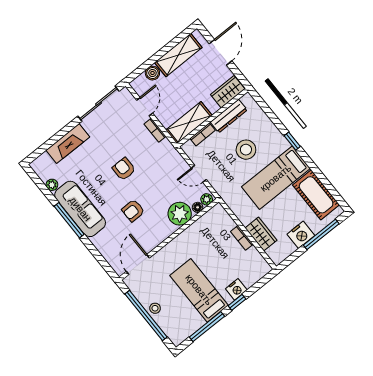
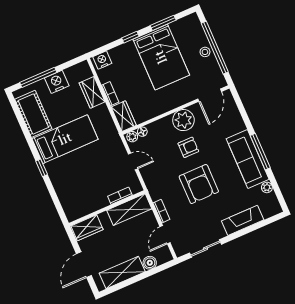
sliding door: (98, 104) -> (205, 249), width x0.73
dresser: (229, 116) -> (92, 206), removed
stool: (246, 150) -> (85, 171), removed
armchair: (124, 169) -> (199, 184), width x1.88, depth x1.88
armchair: (133, 211) -> (188, 147), moved
plant: (180, 214) -> (183, 120), moved
wardrobe: (221, 218) -> (124, 116), added
nightstand: (236, 289) -> (102, 60), moved
bed: (199, 290) -> (161, 57), width x1.50
window: (207, 327) -> (163, 23), width x0.69

